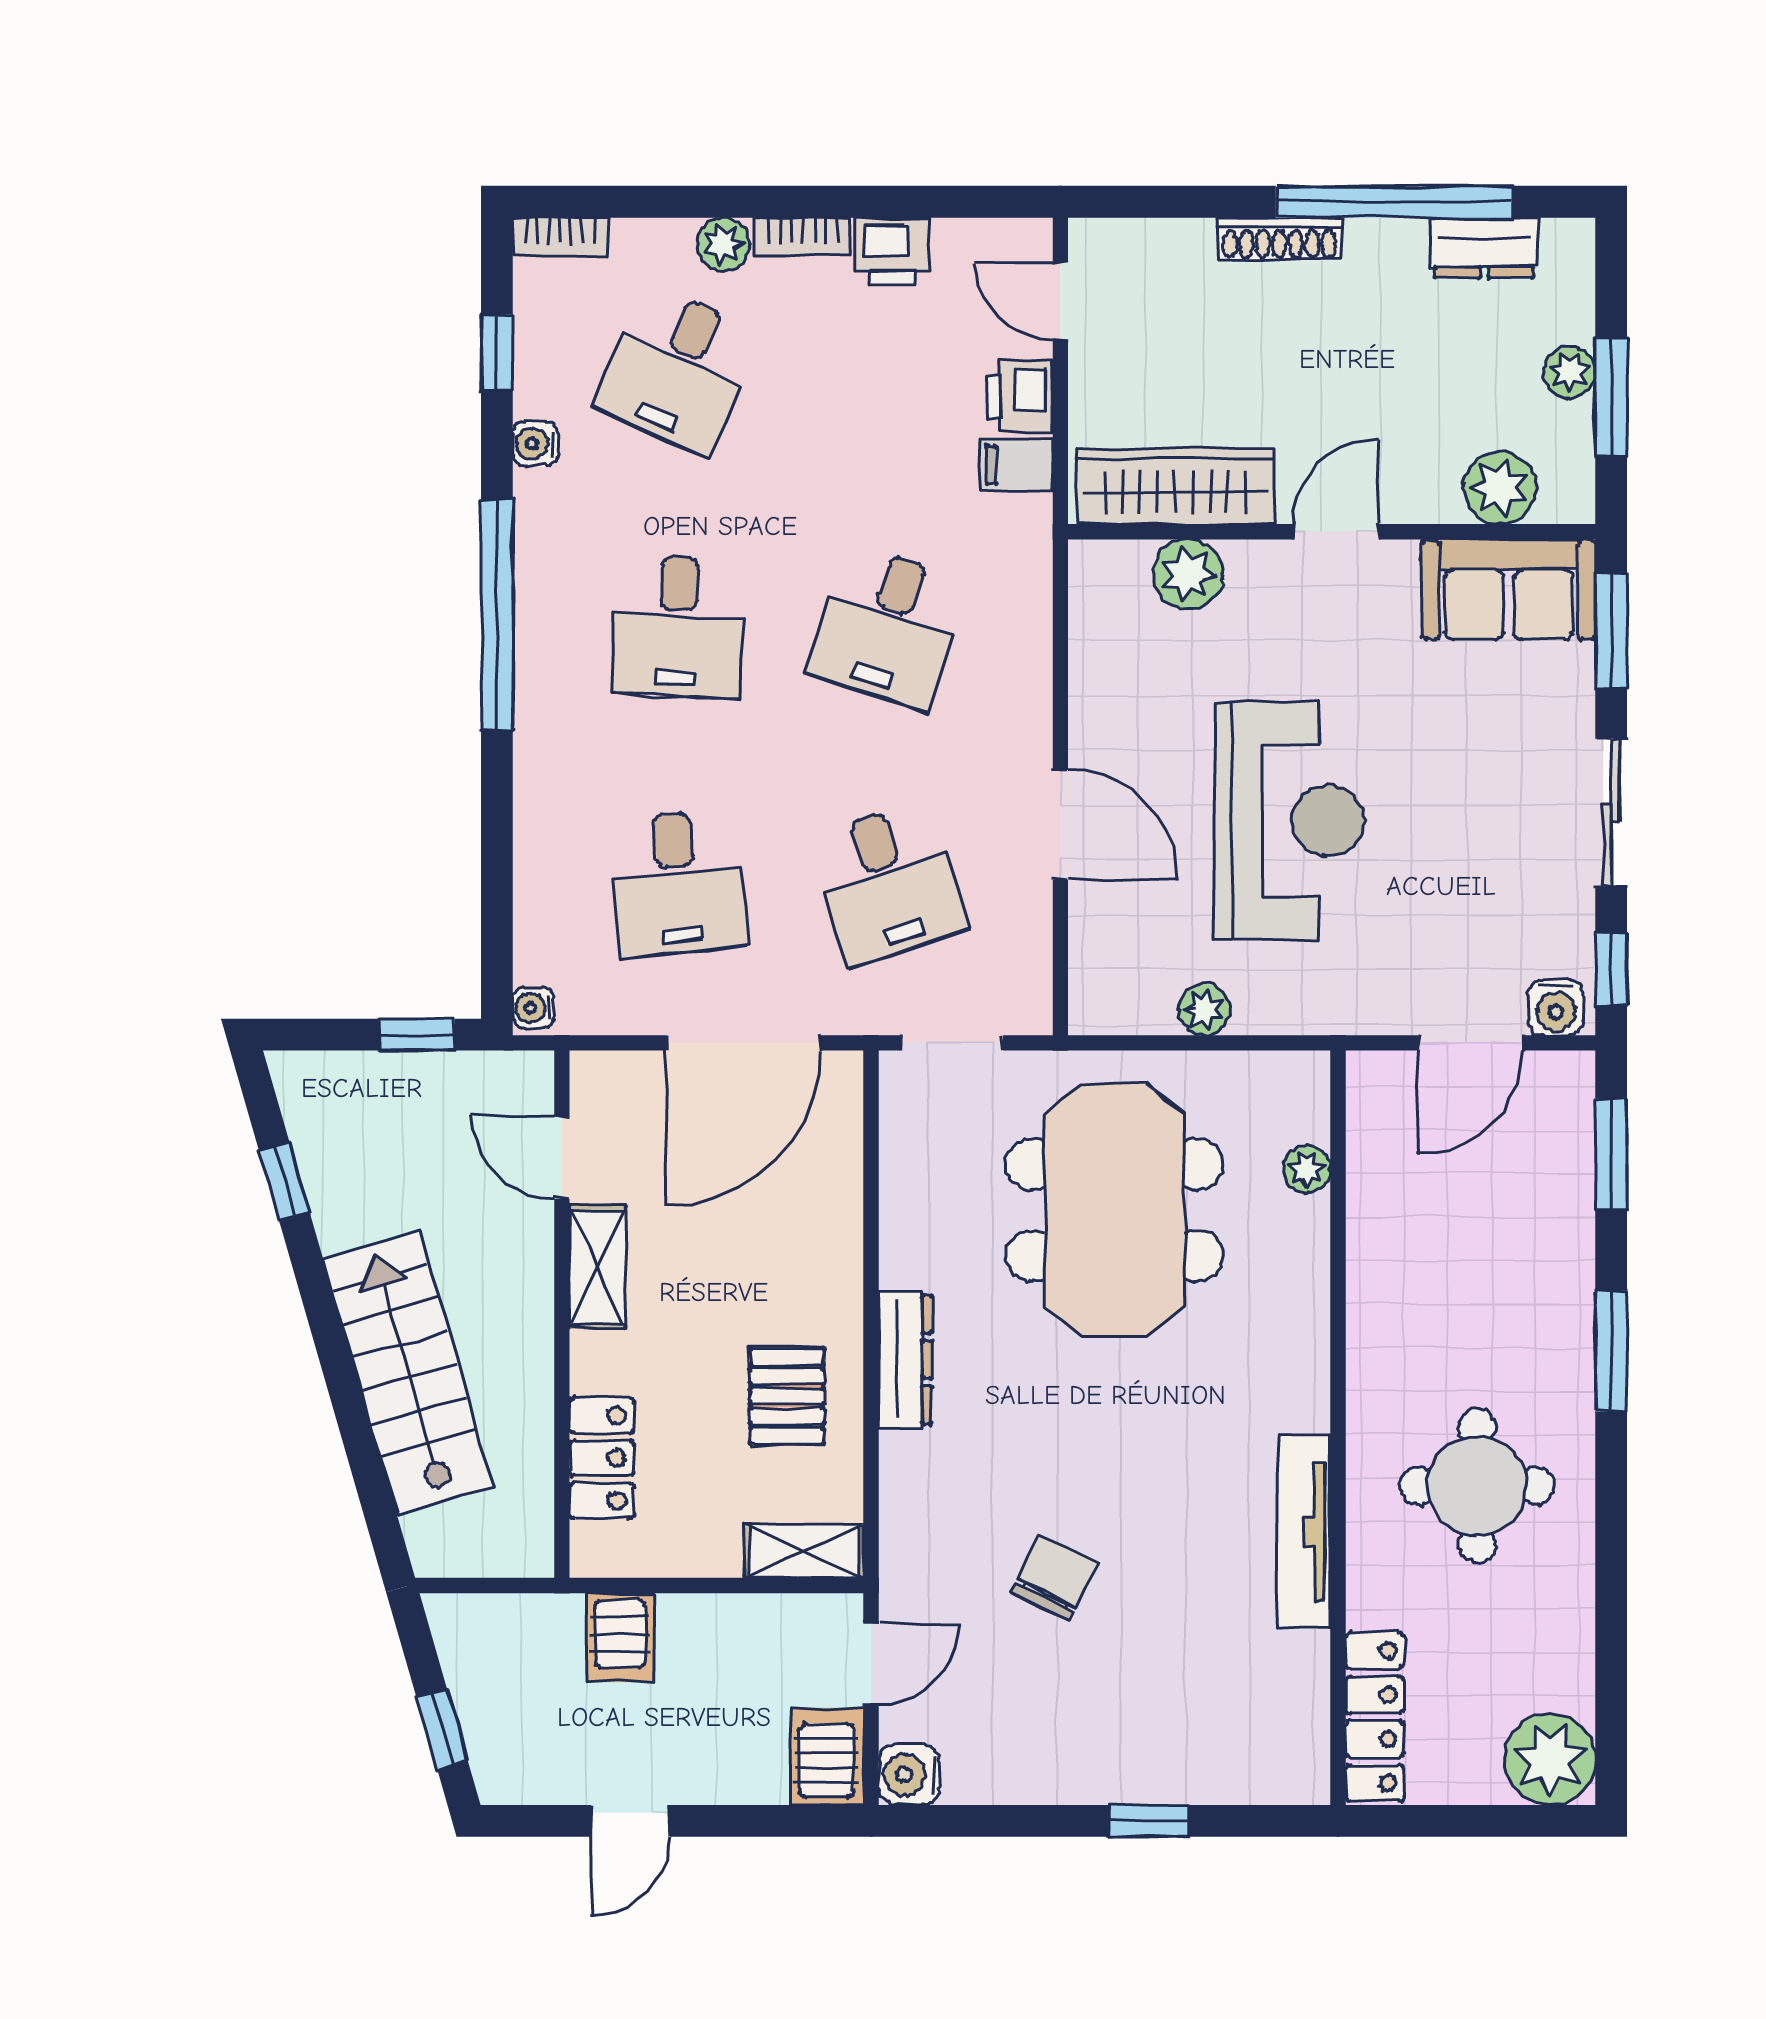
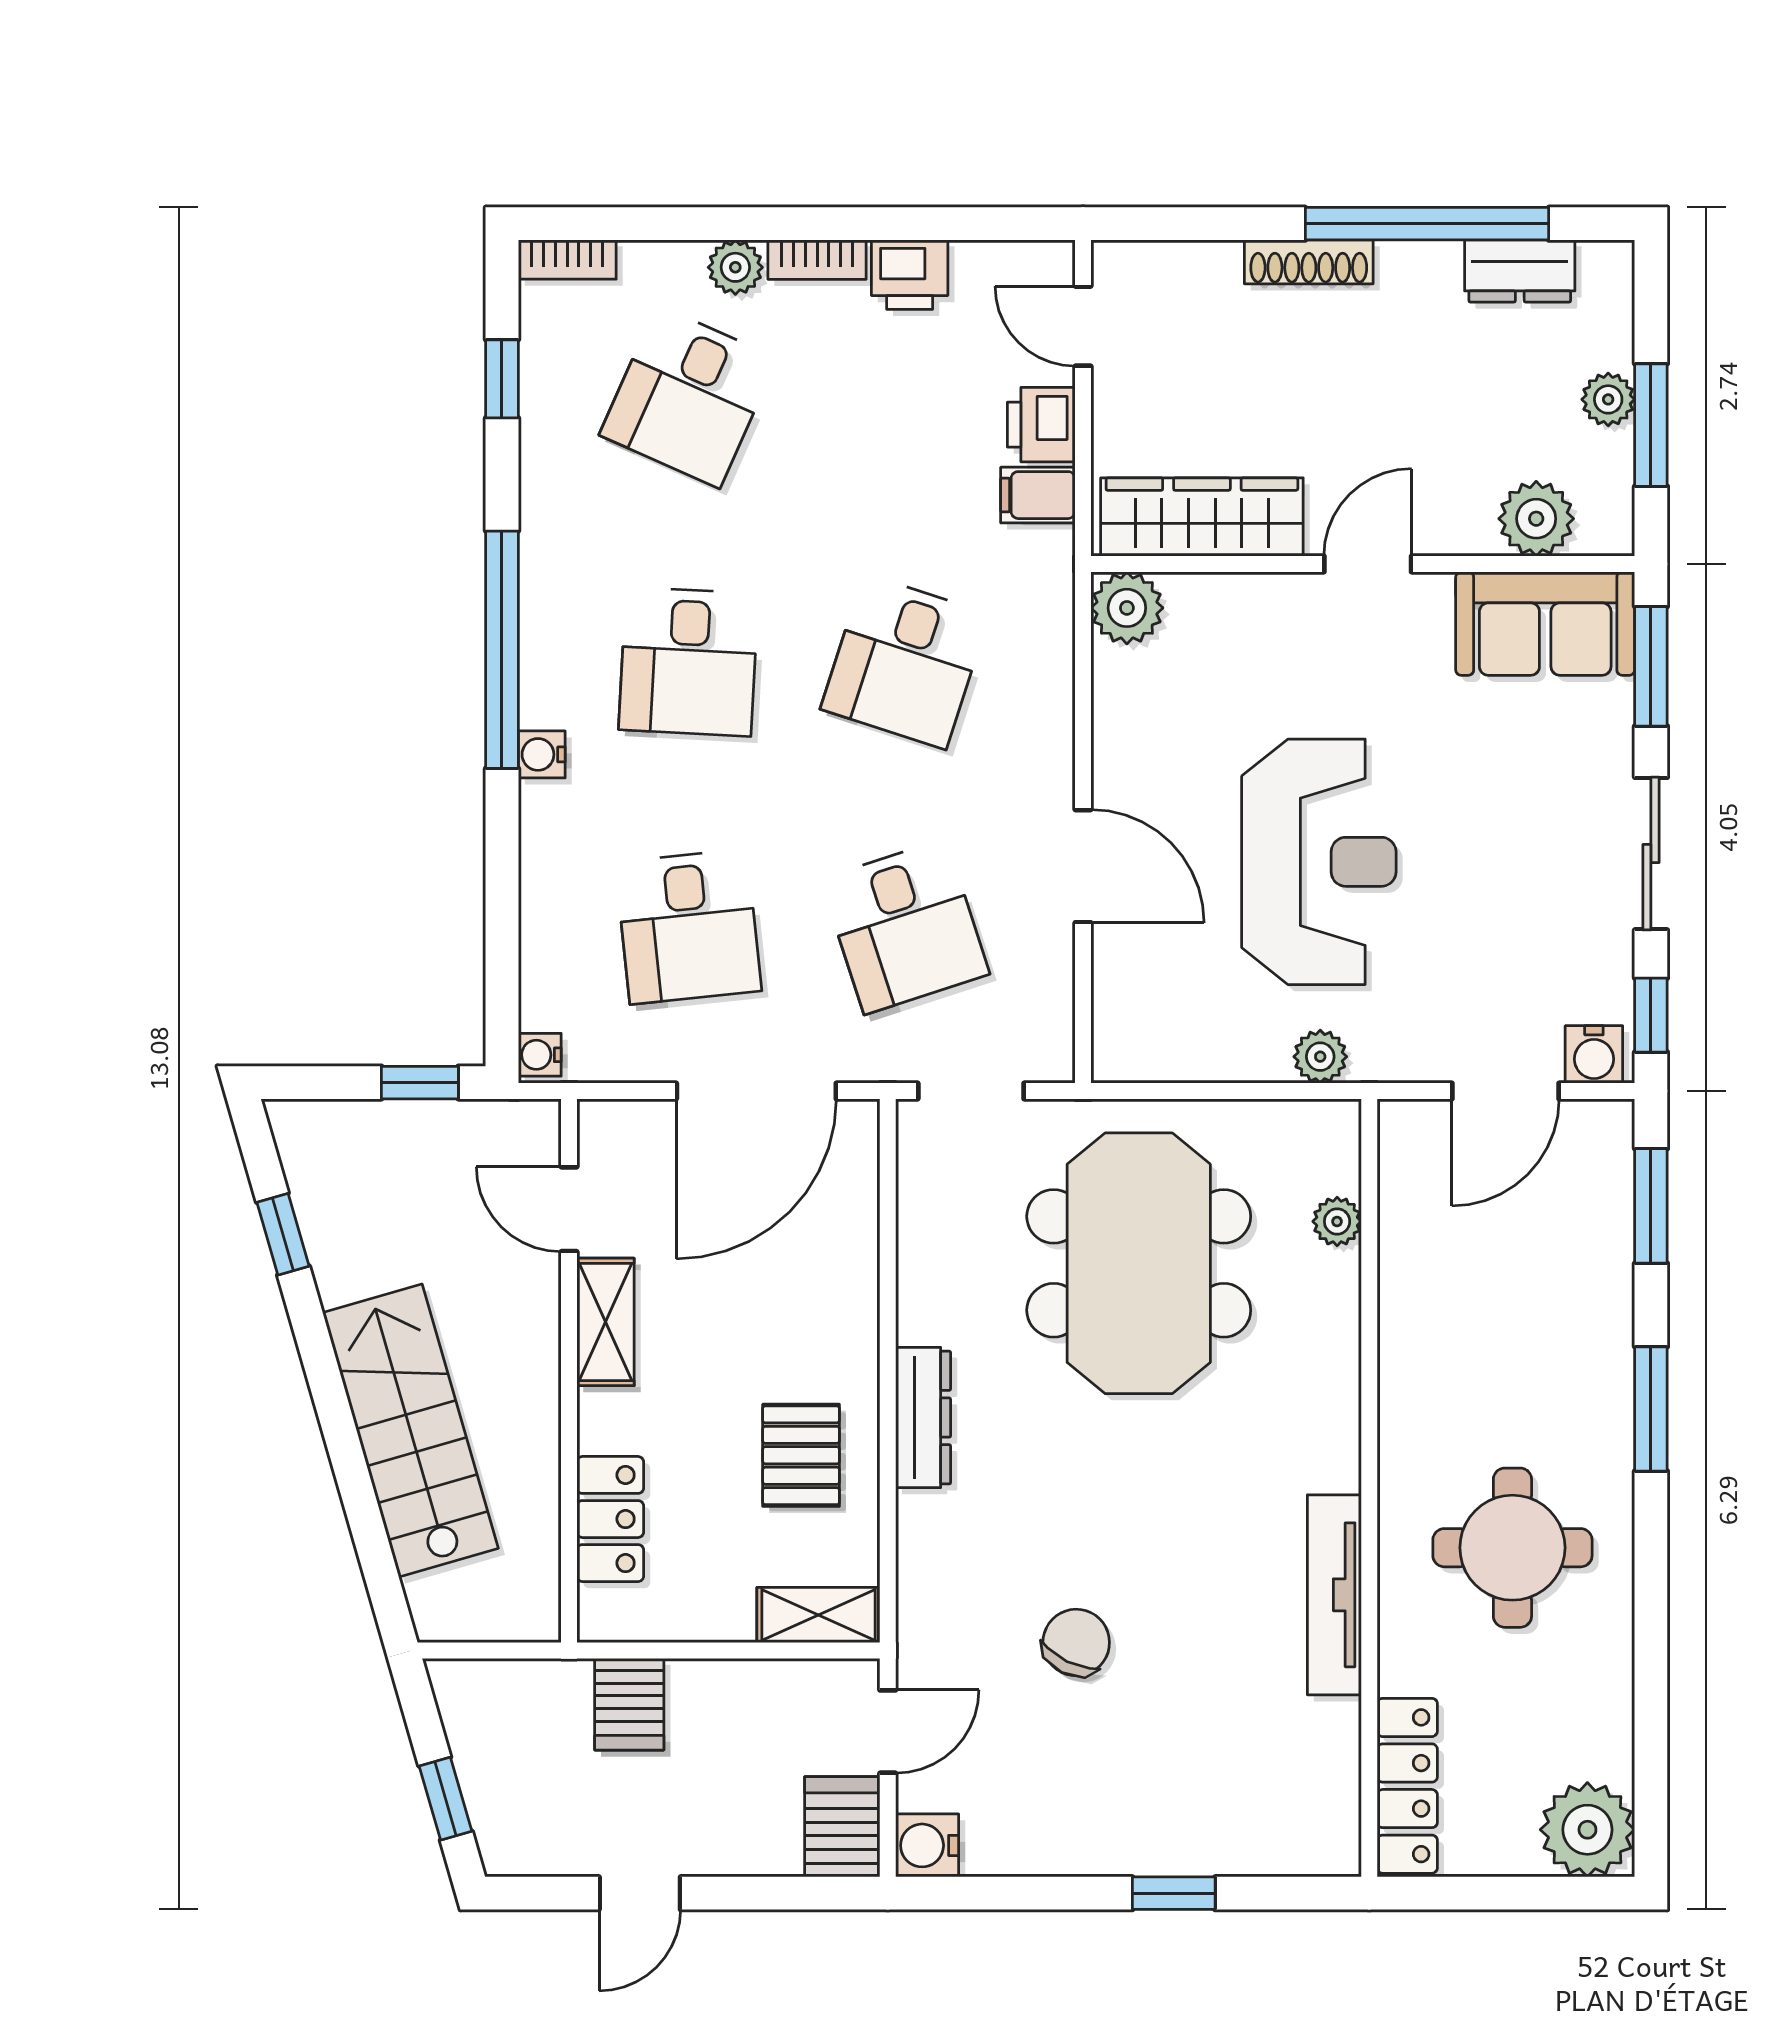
water cooler: (535, 444) -> (542, 754), moved
plant: (1188, 574) -> (1127, 608), moved
plant: (1204, 1010) -> (1320, 1057), moved

